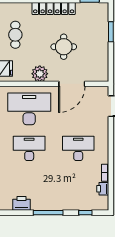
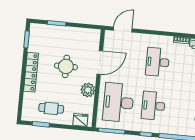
door: (72, 84) -> (100, 62), hinge flipped

